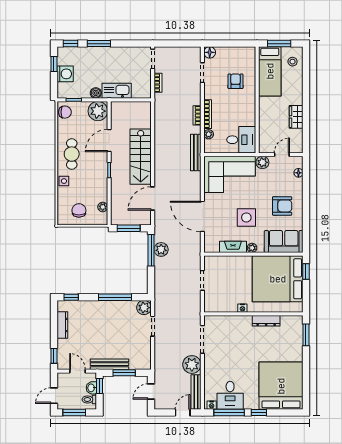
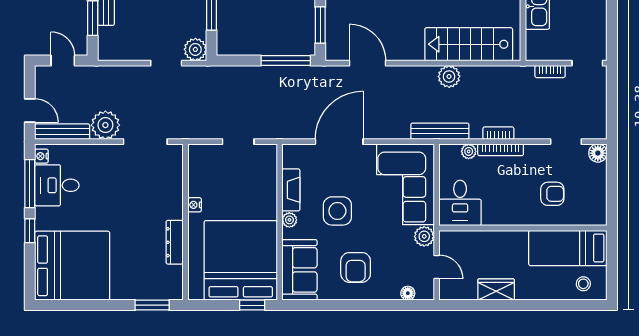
window: (279, 44) -> (612, 263), removed
stairs: (141, 157) -> (469, 44), moved
plant: (161, 249) -> (449, 76), moved

